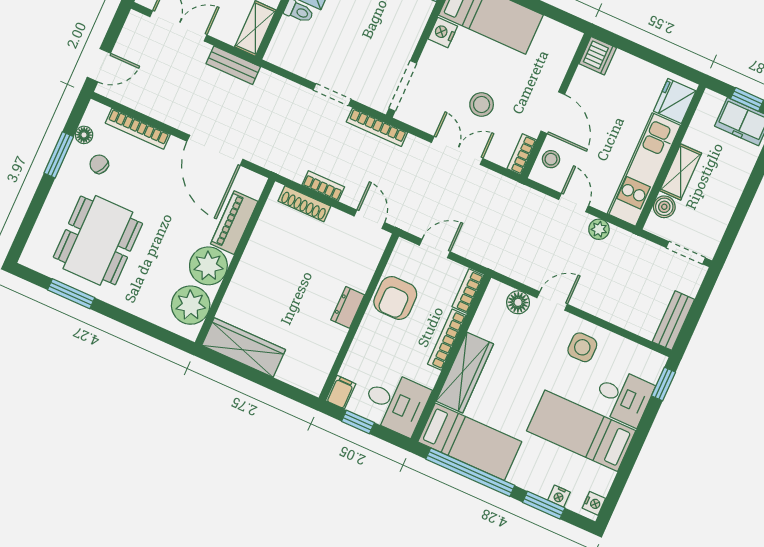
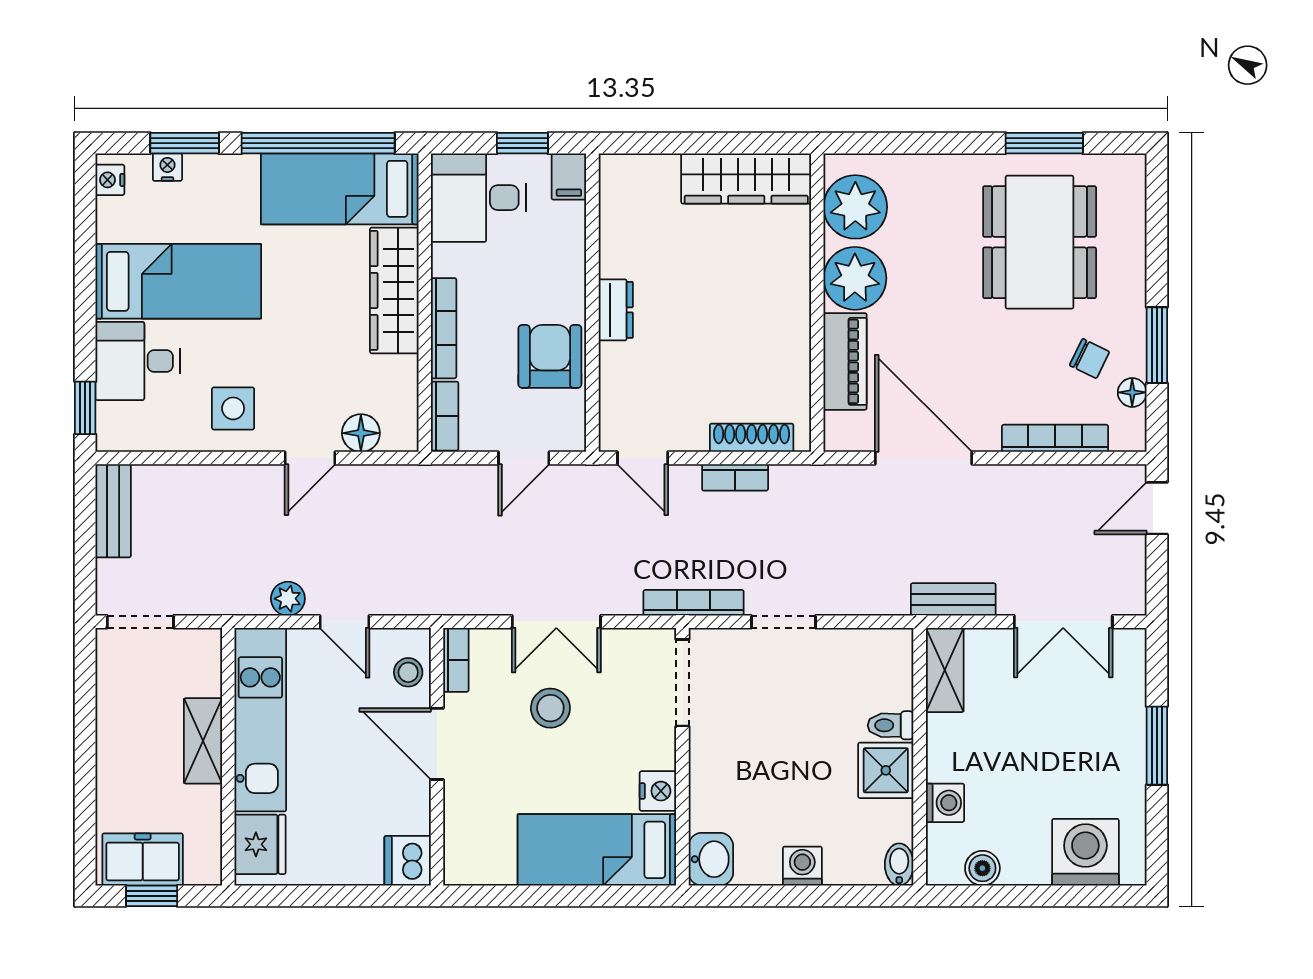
boiler: (664, 207) -> (204, 677), removed

